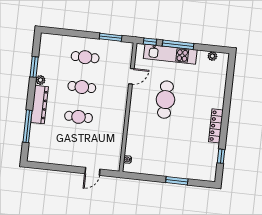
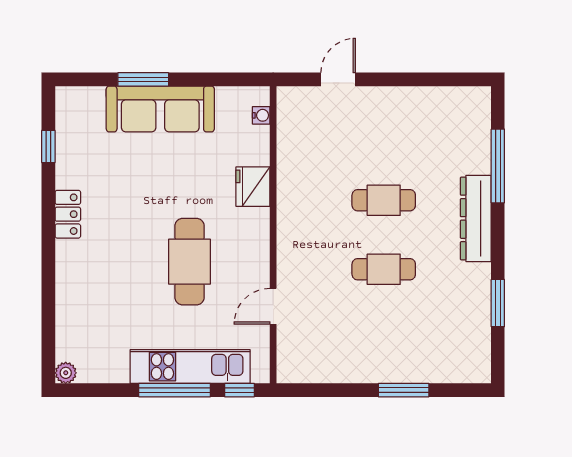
window: (111, 37) -> (404, 390), moved
plant: (212, 56) -> (66, 373), moved
cafe table: (85, 57) -> (384, 338), removed
plant: (40, 80) -> (480, 275), removed
locker: (216, 126) -> (68, 214), width x0.66
fridge: (134, 129) -> (253, 187), added
sofa: (171, 167) -> (160, 109), added

